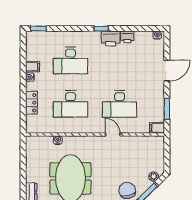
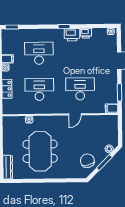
desk: (70, 60) -> (39, 53), turned 180
desk: (70, 104) -> (39, 89), turned 180
desk: (120, 104) -> (80, 89), turned 180
door: (113, 135) -> (75, 114), swing flipped

